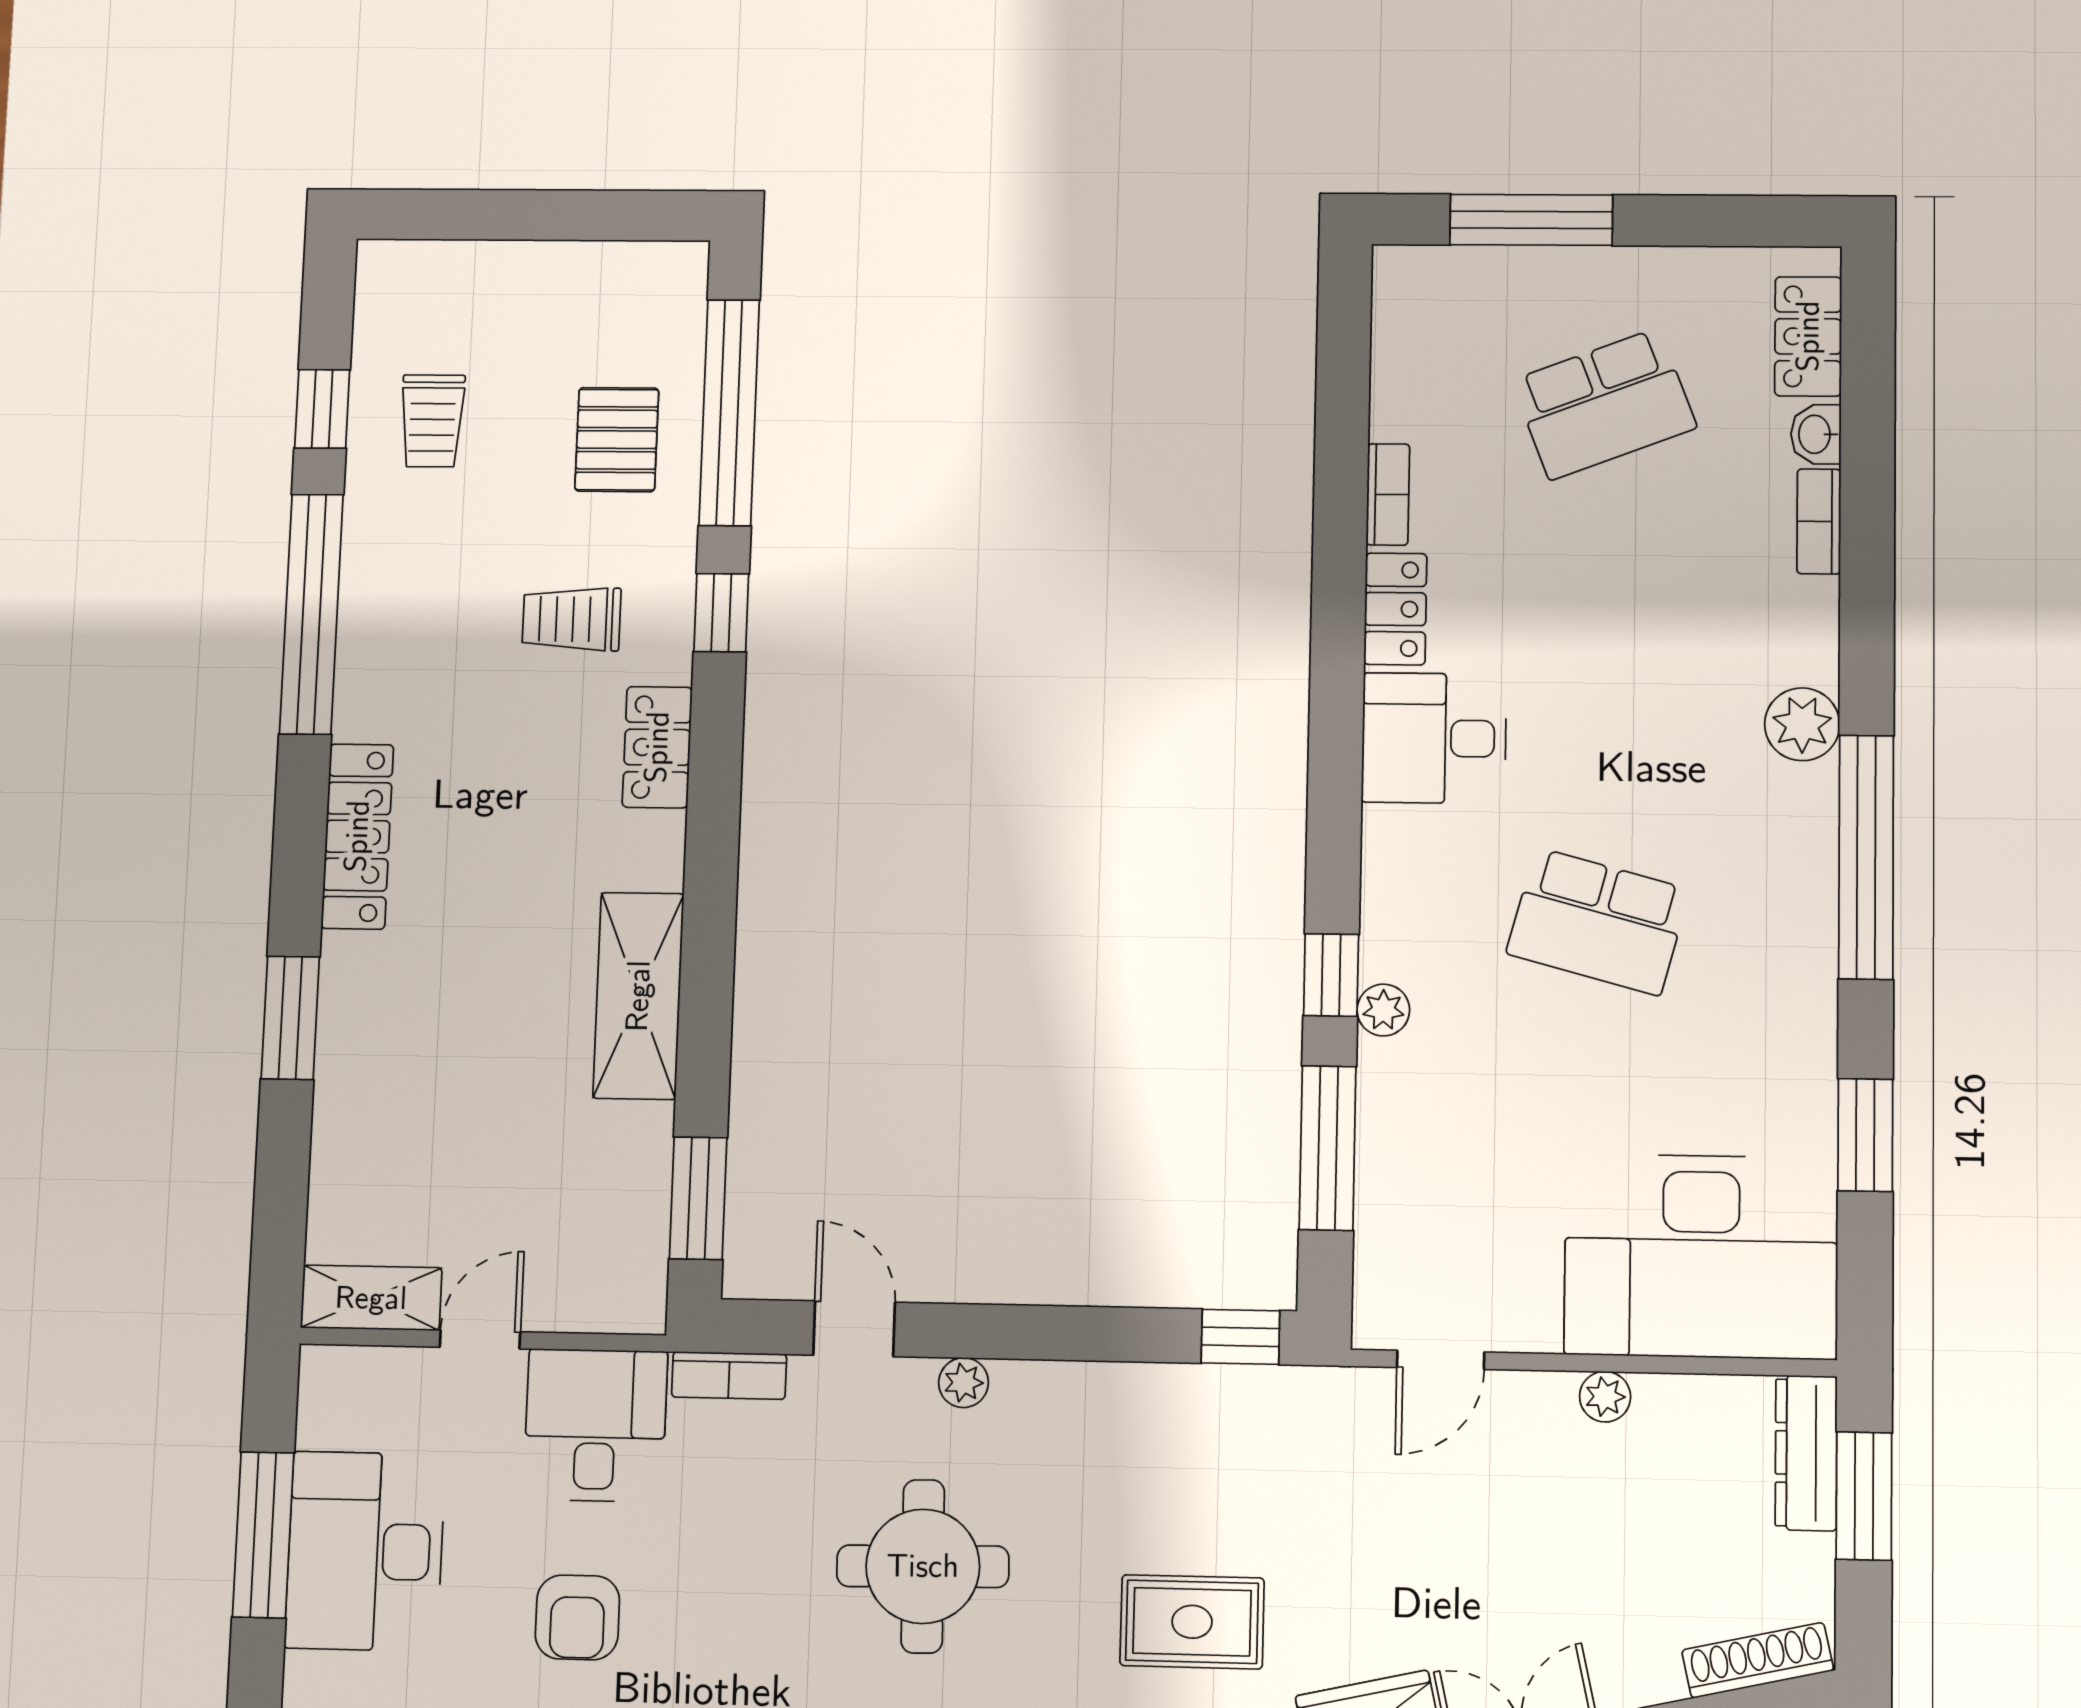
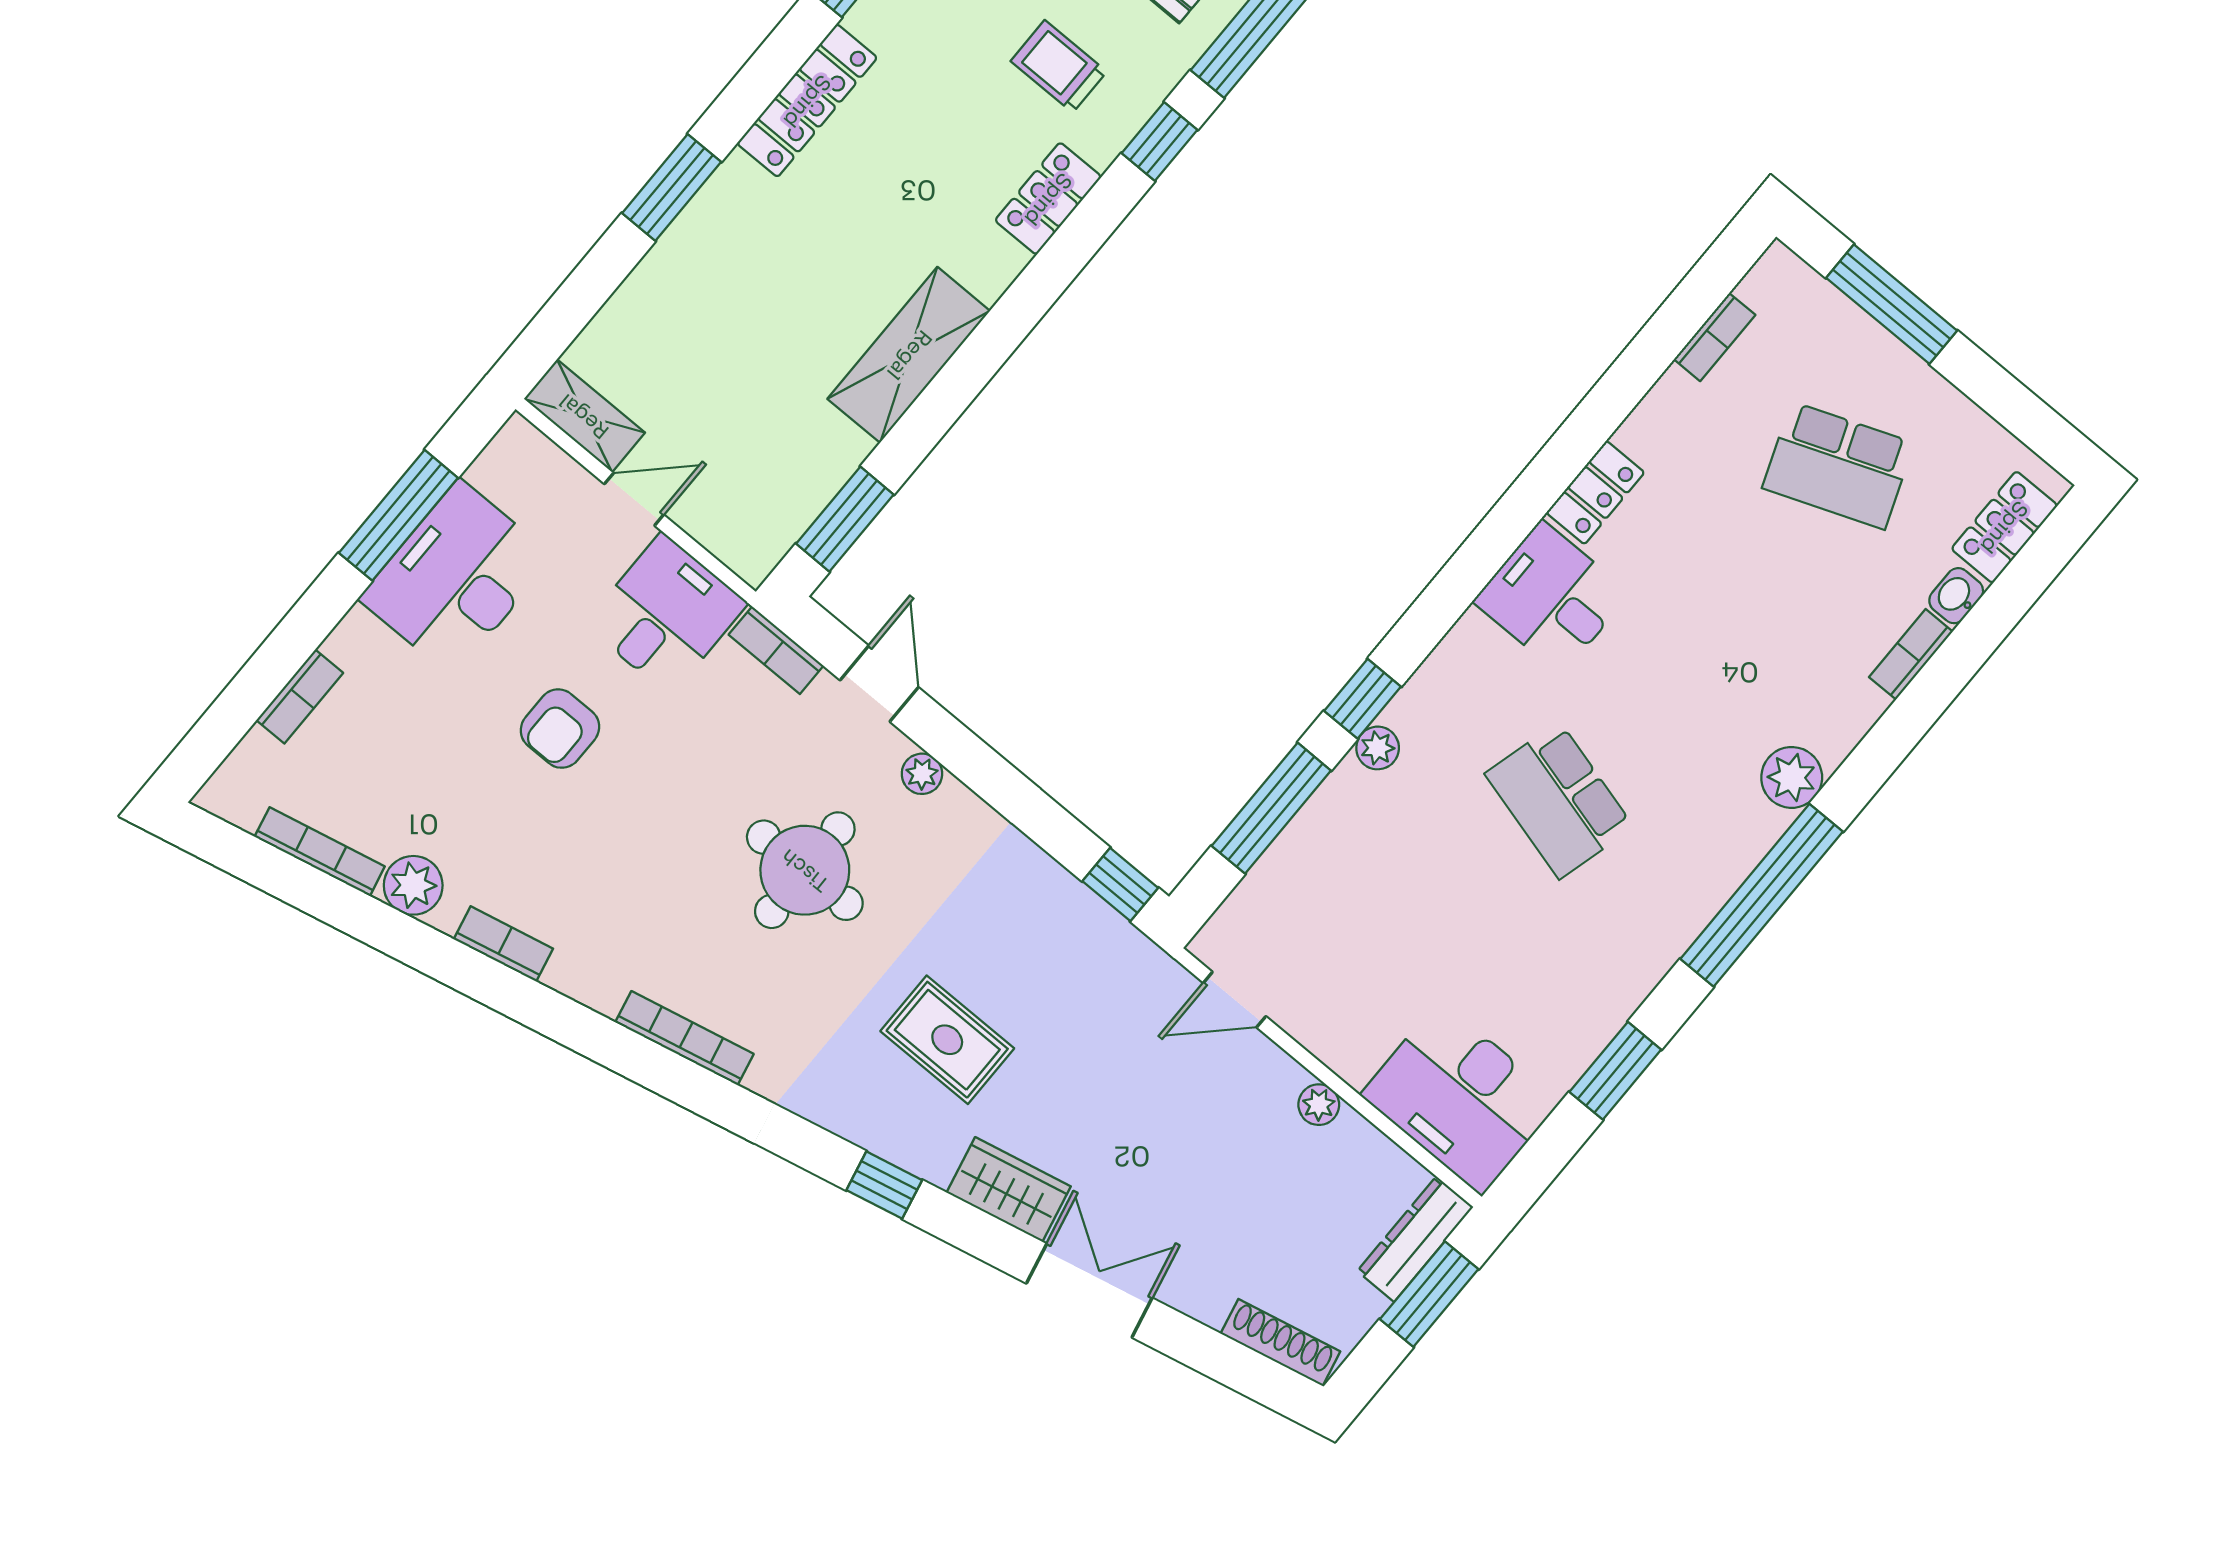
bookcase: (1388, 494) -> (1715, 337), moved
desk: (1701, 1256) -> (1461, 1098), width x0.73, depth x0.77

